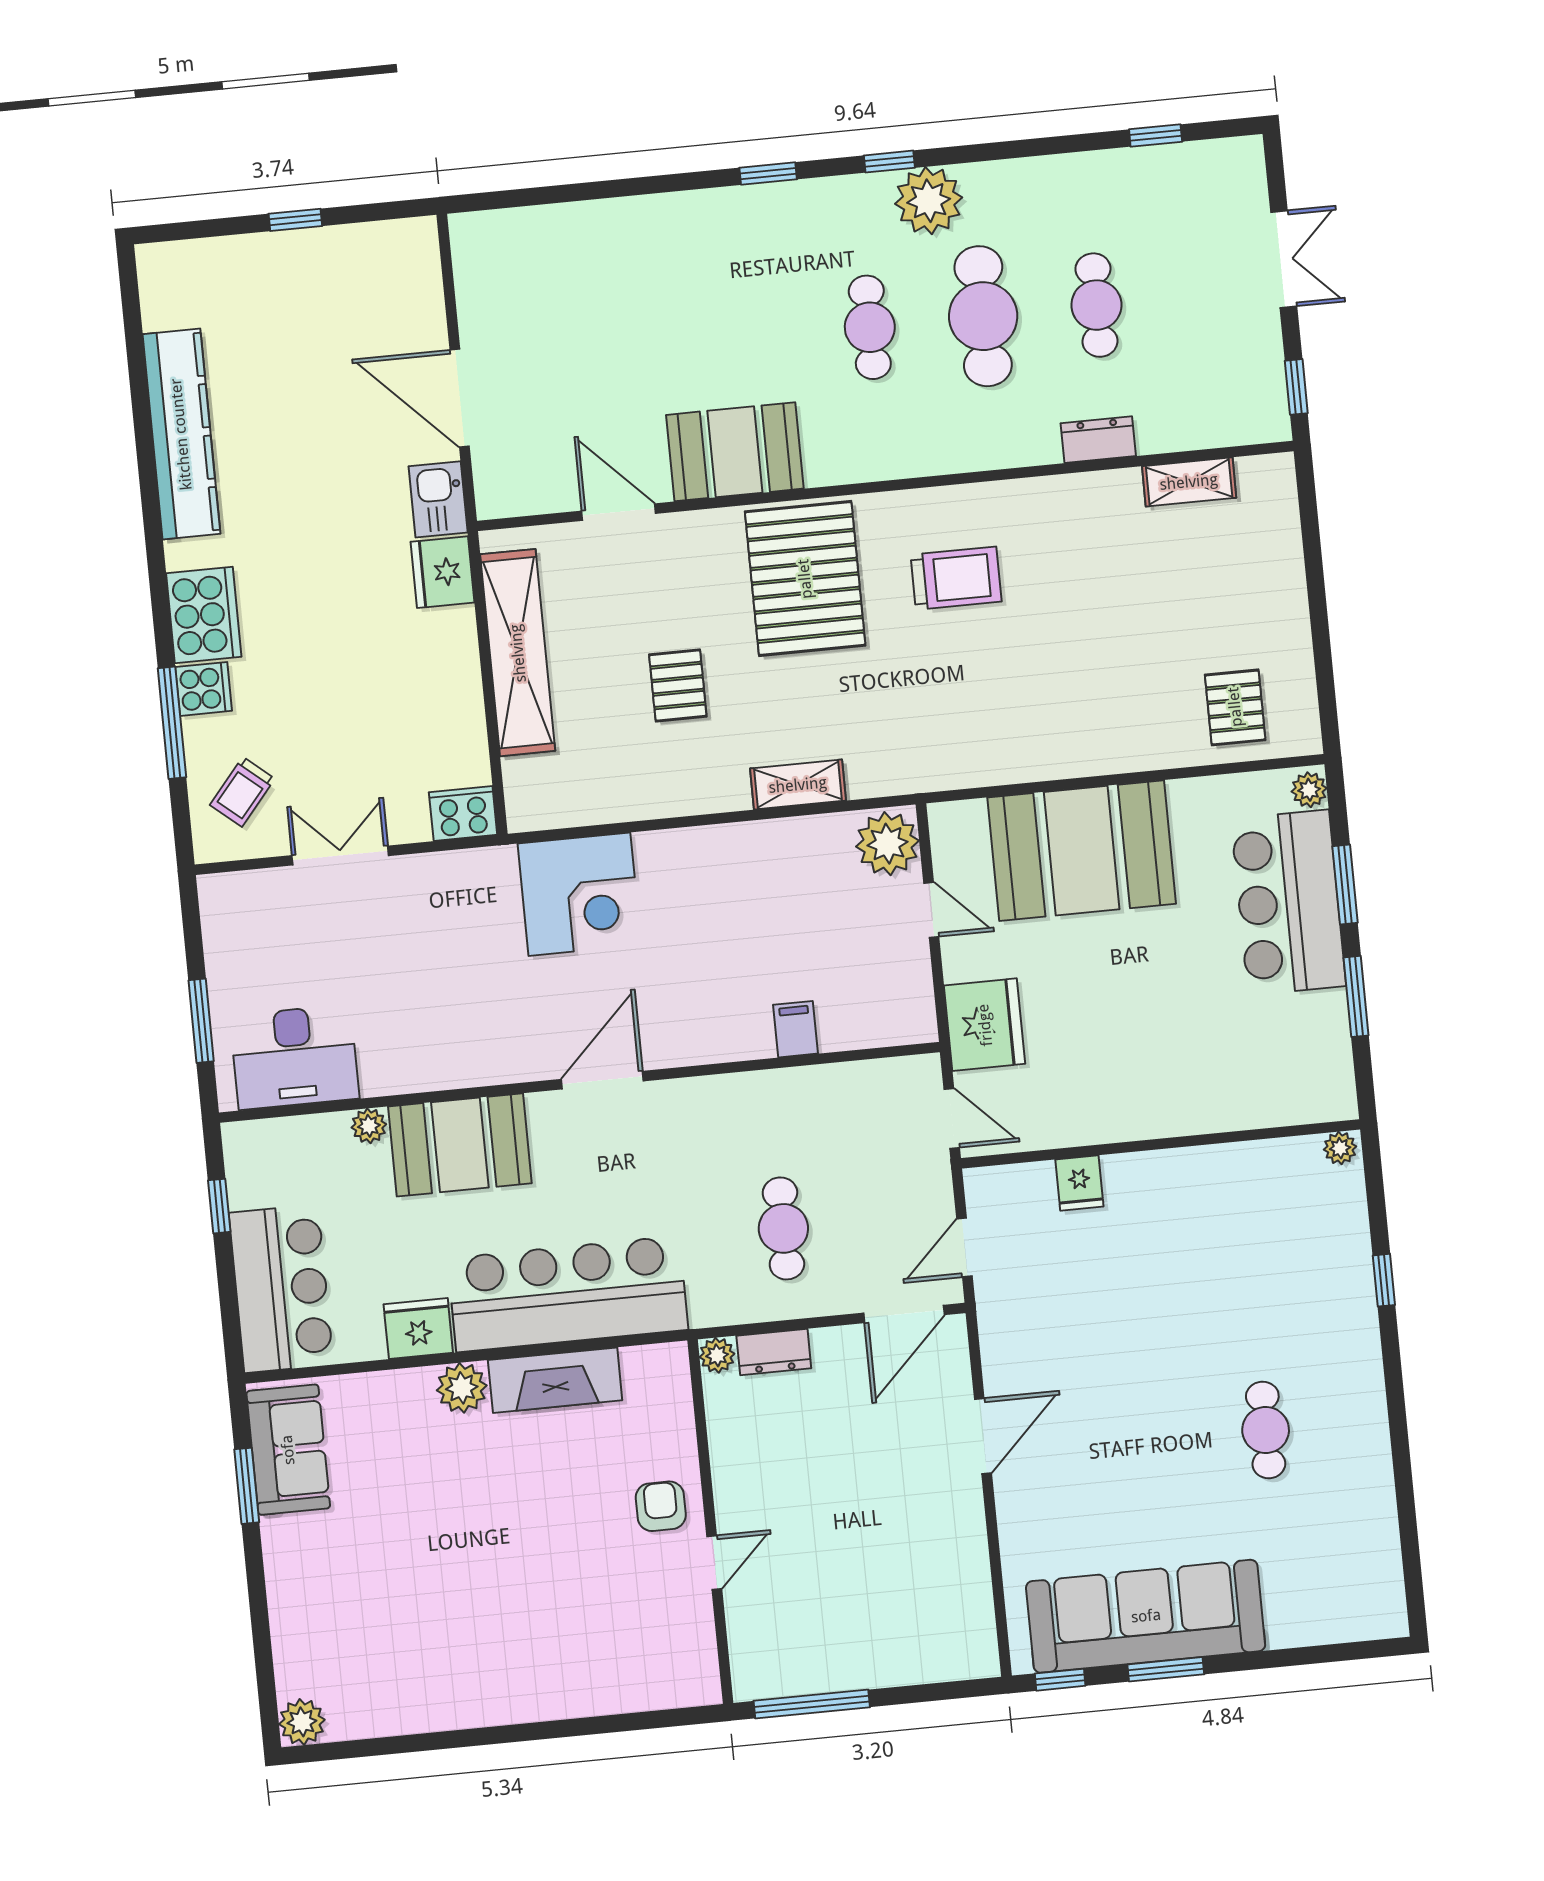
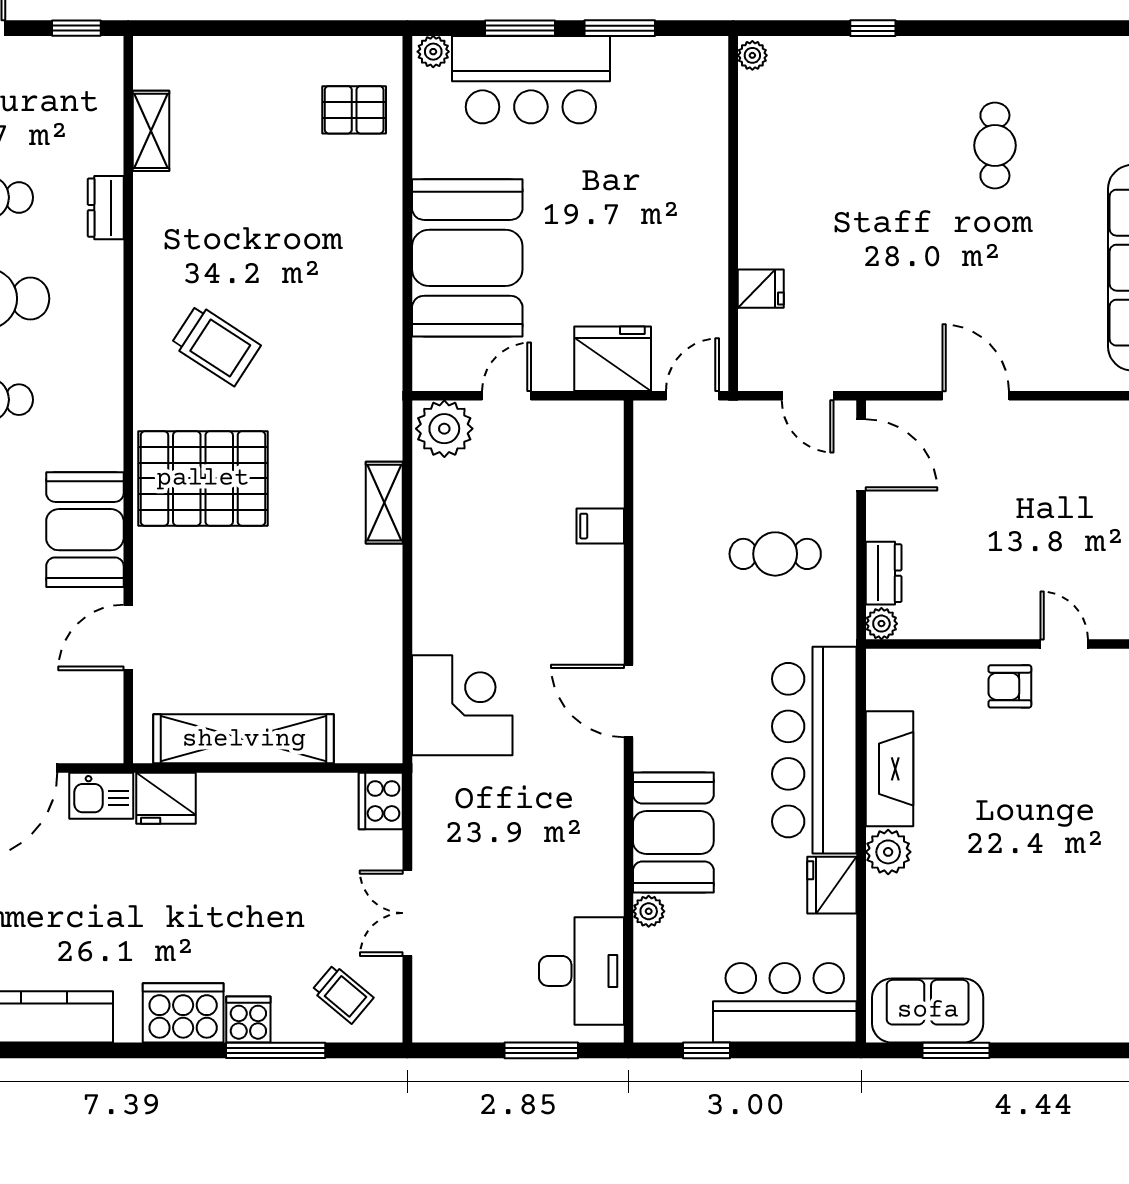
trolley: (956, 578) -> (216, 345), turned 123
pallet: (678, 685) -> (286, 600), removed
cafe table: (1266, 1430) -> (995, 146), turned 90

